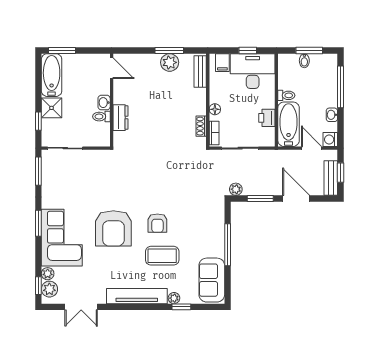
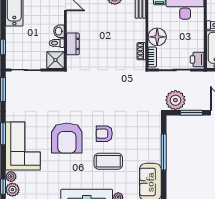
shower: (51, 108) -> (55, 60), moved
floor lamp: (215, 109) -> (157, 37), width x1.89, depth x1.89
printer: (267, 118) -> (197, 59), moved
plant: (236, 189) -> (175, 100), width x1.87, depth x1.87
armchair: (157, 223) -> (104, 134), turned 90

